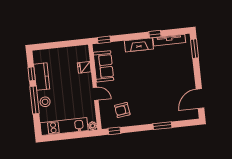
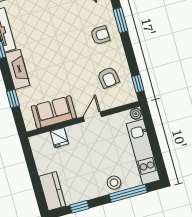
window: (104, 40) -> (13, 99), moved
kitchen counter: (42, 77) -> (52, 191), moved, turned 90
window: (34, 100) -> (128, 193), moved
armchair: (154, 109) -> (100, 35), added

